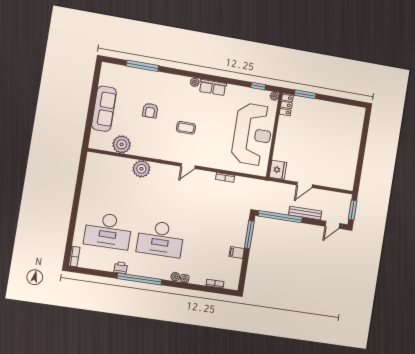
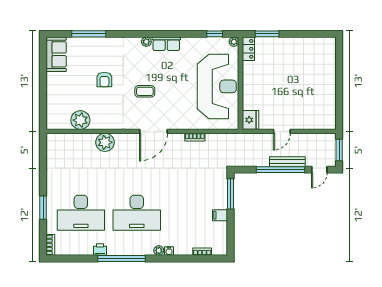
sofa: (104, 109) -> (56, 54), moved, width x0.73
door: (188, 166) -> (154, 131), width x1.87
window: (280, 217) -> (281, 170), moved
window: (73, 221) -> (43, 208), added

